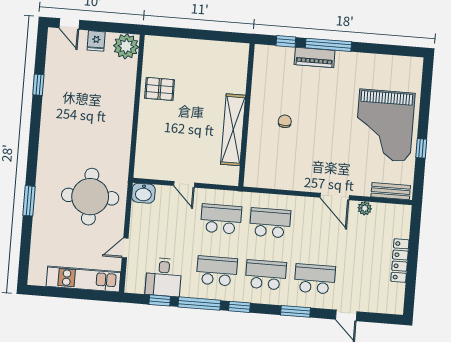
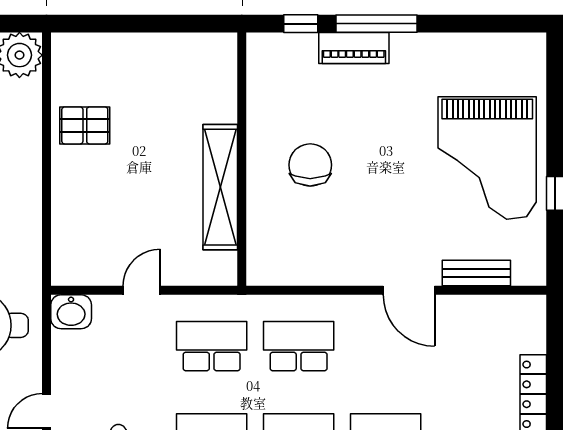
chair: (285, 121) -> (310, 165), width x1.87, depth x1.87
door: (184, 184) -> (142, 290), swing flipped
bench: (391, 191) -> (476, 273), moved
plant: (365, 208) -> (464, 307), removed

